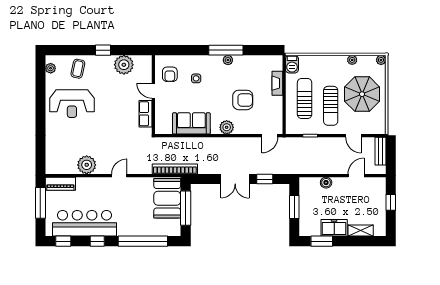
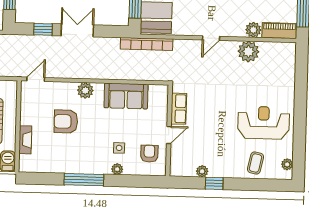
window: (103, 50) -> (214, 183), moved
plant: (228, 60) -> (117, 169), moved
plant: (124, 65) -> (202, 171), width x0.53, depth x0.53
door: (153, 91) -> (169, 135), hinge flipped
plant: (83, 184) -> (253, 30), added

